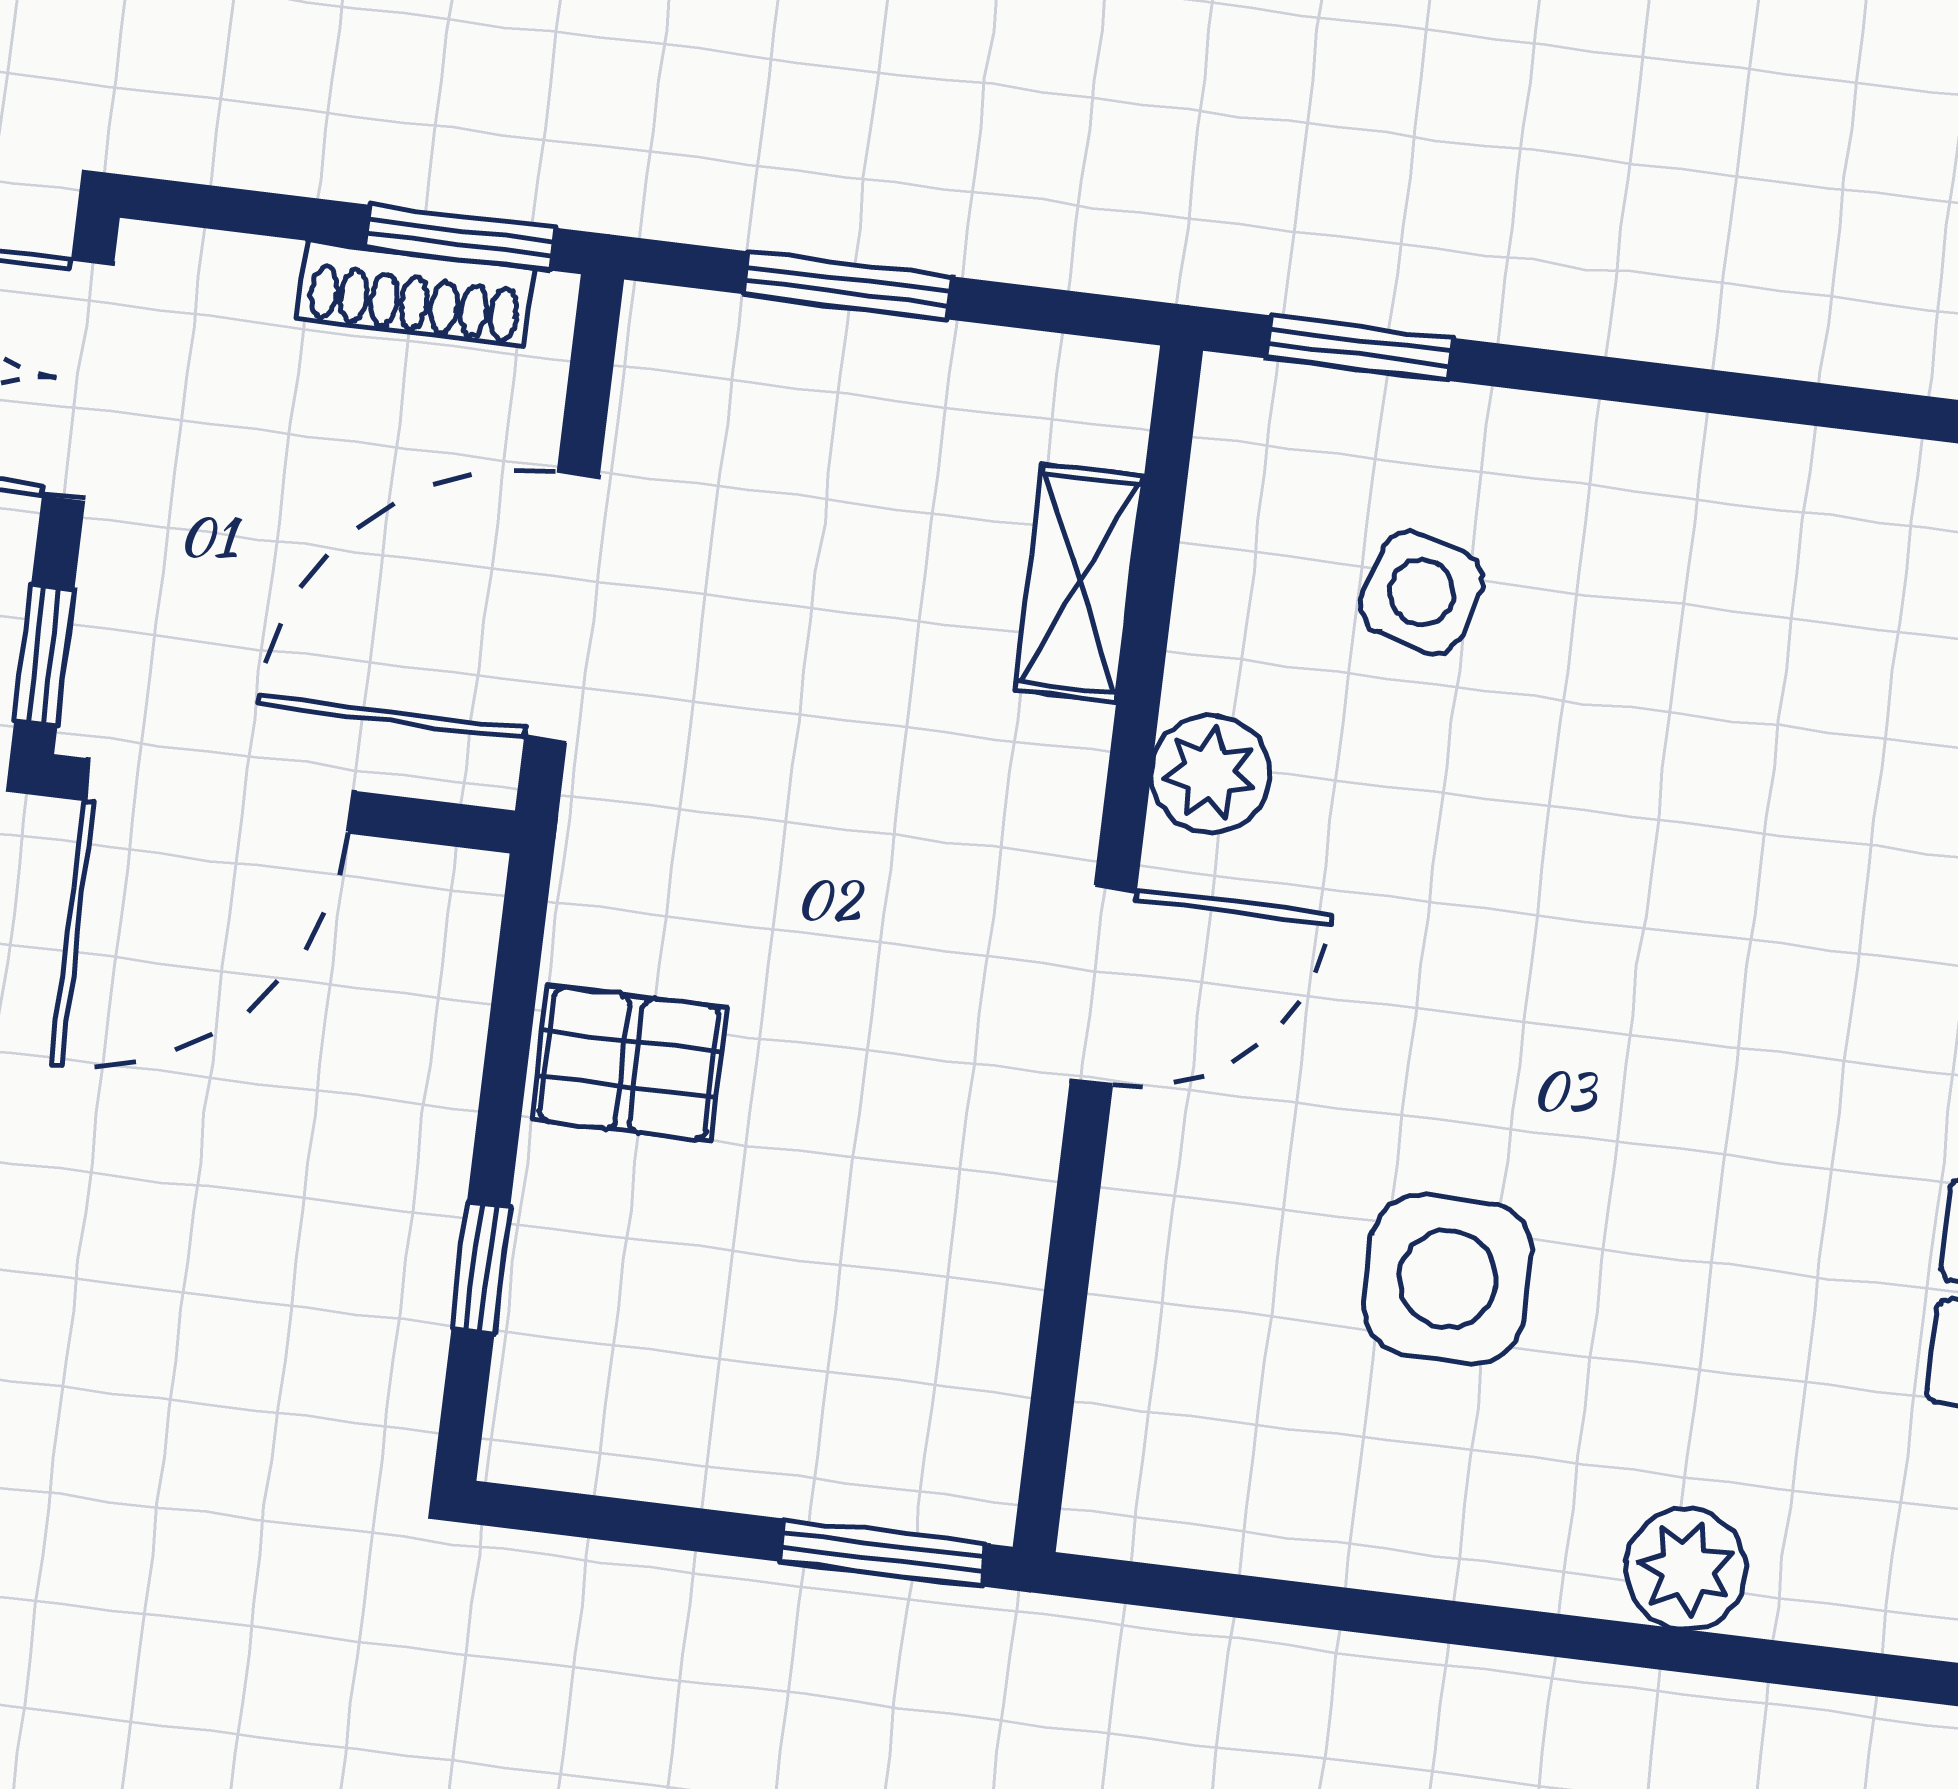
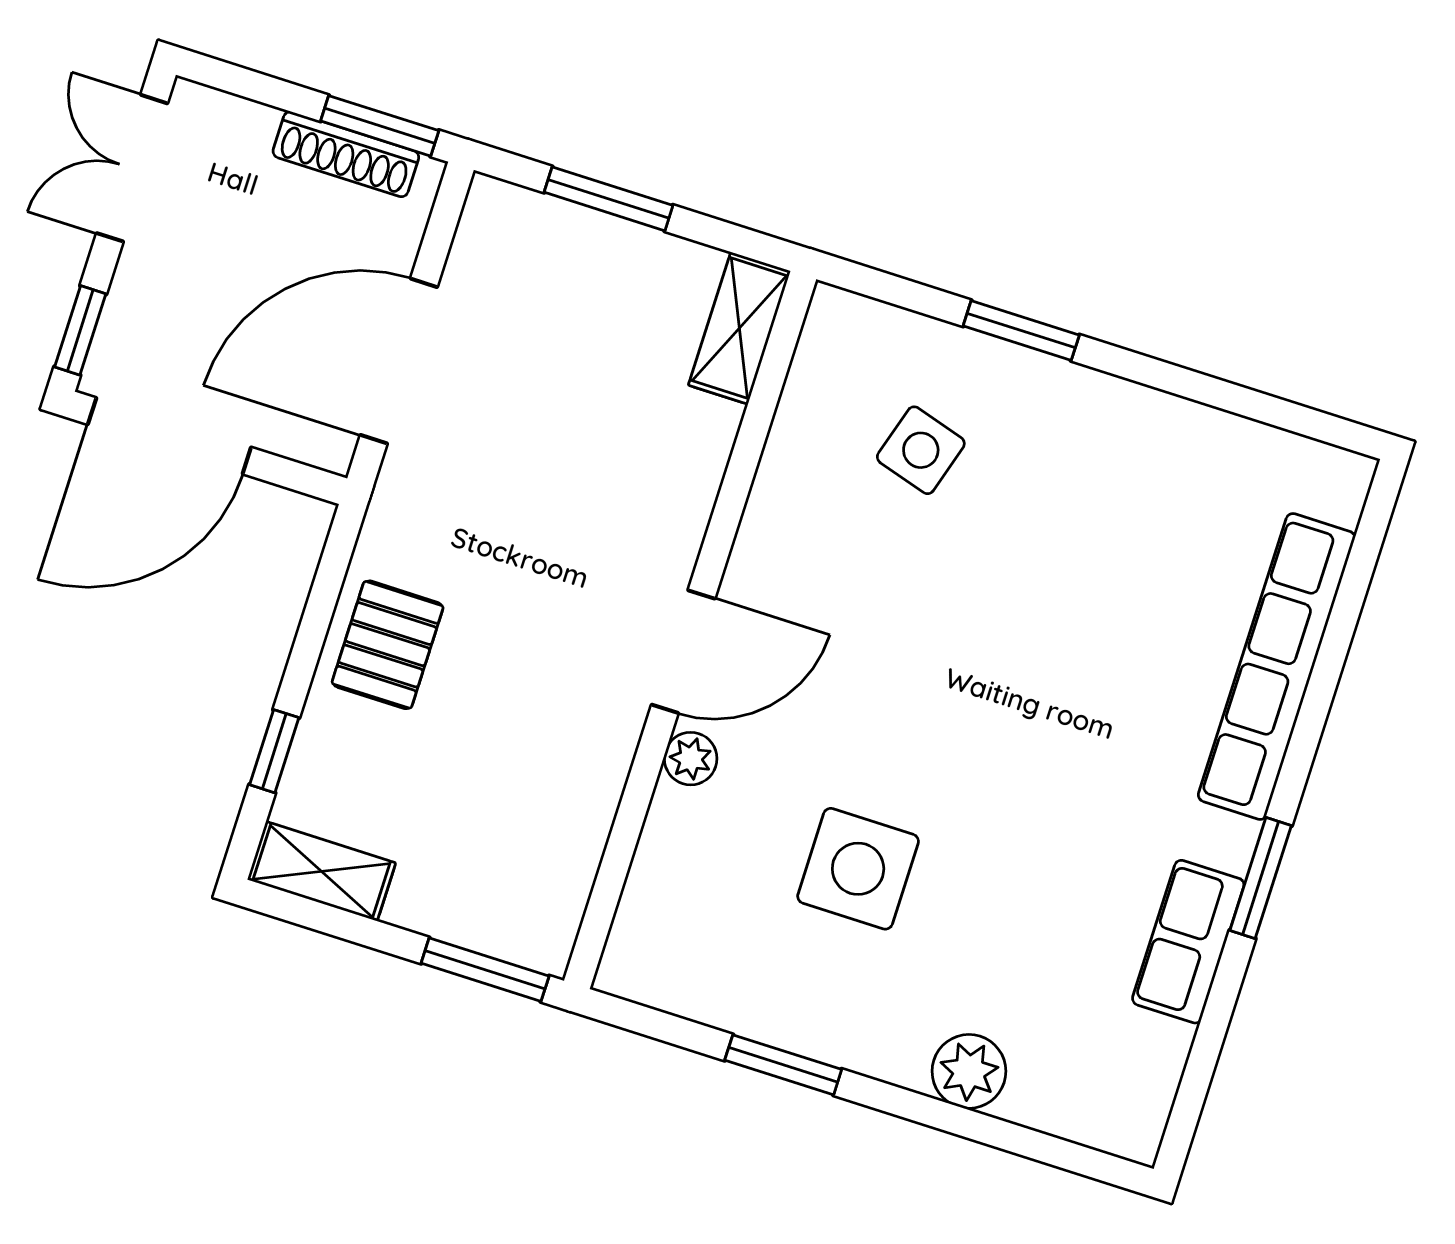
window: (1359, 348) -> (1021, 330), moved
shelving: (1079, 583) -> (739, 328), moved
plant: (1210, 774) -> (691, 759), moved, width x0.73, depth x0.73
pallet: (630, 1064) -> (388, 645), turned 90
shelving: (592, 1445) -> (322, 871), added
window: (1387, 1615) -> (783, 1065), added

